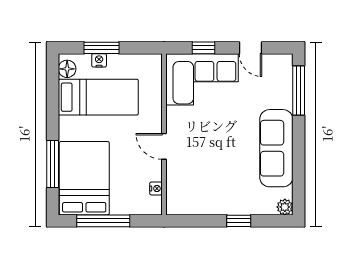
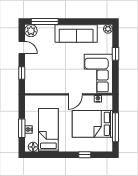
door: (251, 48) -> (22, 47), hinge flipped
plant: (281, 65) -> (31, 31), added
corner sofa: (202, 79) -> (98, 74), moved, turned 180
window: (53, 164) -> (85, 155), width x0.46
bed: (84, 178) -> (92, 124), moved

